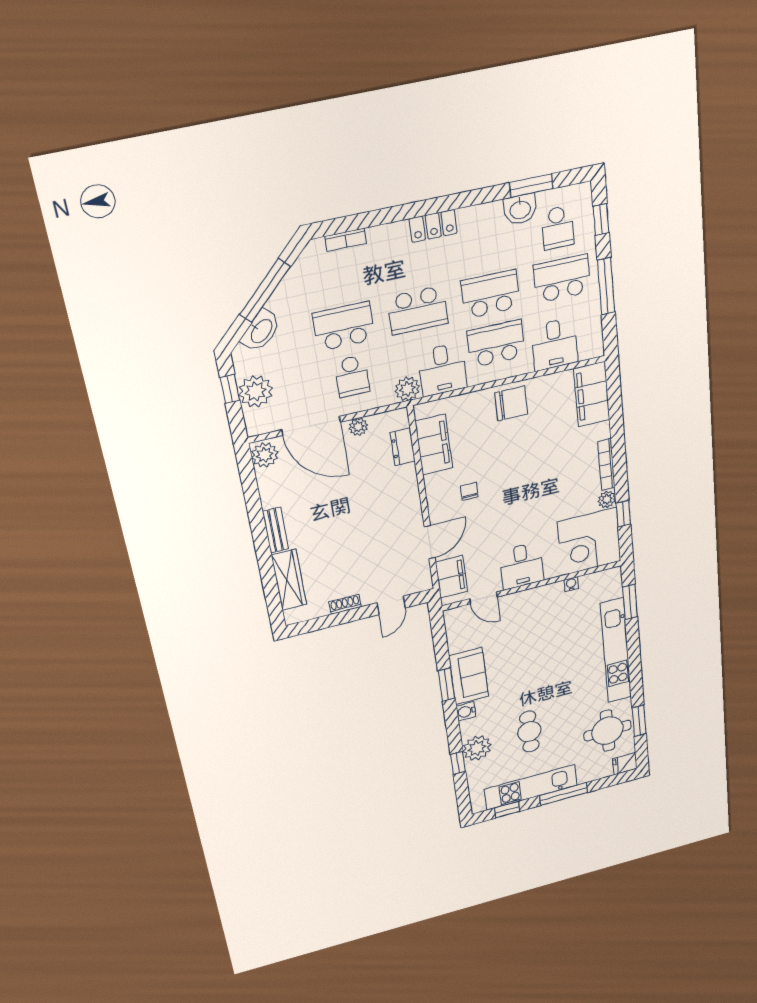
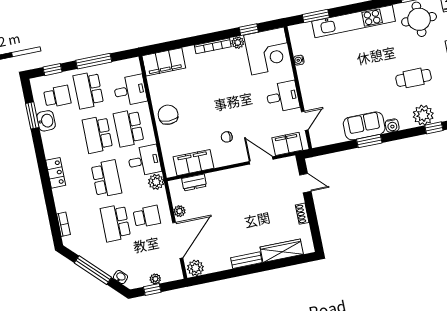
washbasin: (261, 331) -> (121, 277), width x0.52, depth x0.69
plant: (256, 391) -> (155, 279), width x0.53, depth x0.53

